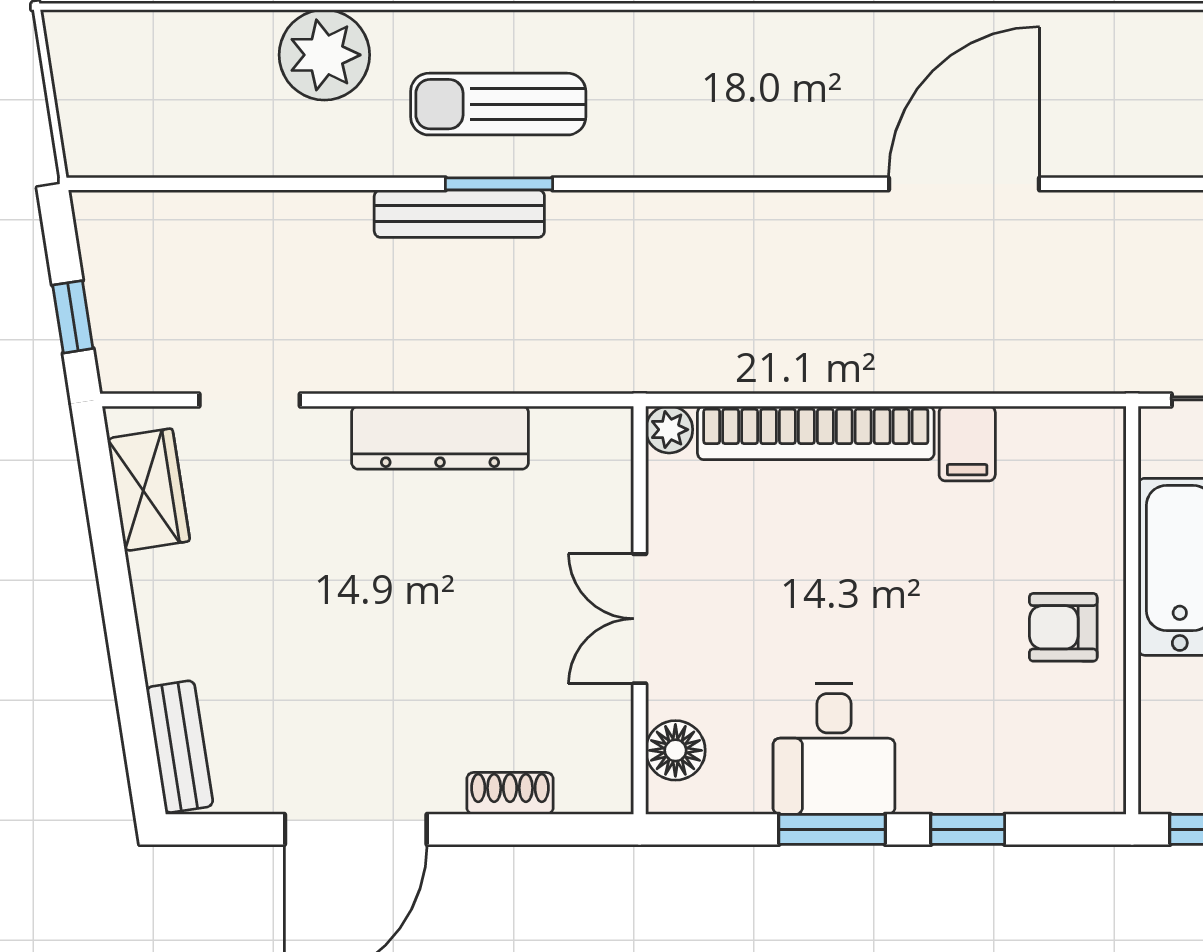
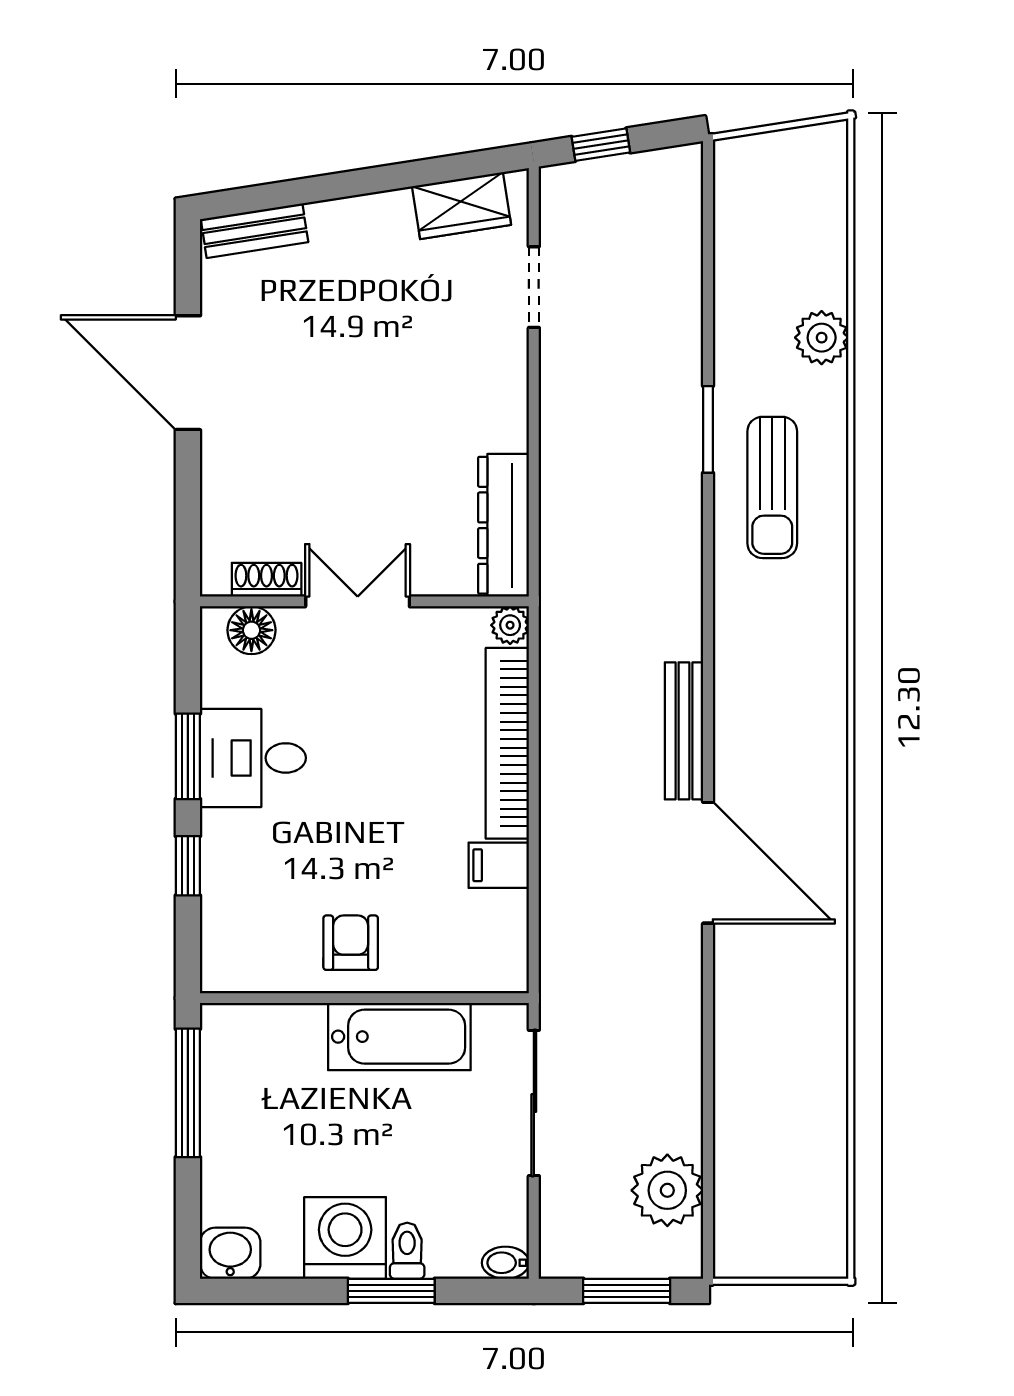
plant: (324, 55) -> (822, 338), width x0.73, depth x0.73
sun lounger: (498, 104) -> (772, 487), turned 180
window: (499, 184) -> (708, 429), moved
bench: (459, 214) -> (684, 731), moved
dresser: (440, 438) -> (504, 525), moved
shoe rack: (510, 793) -> (267, 580), moved, turned -90

